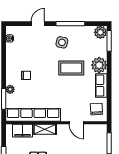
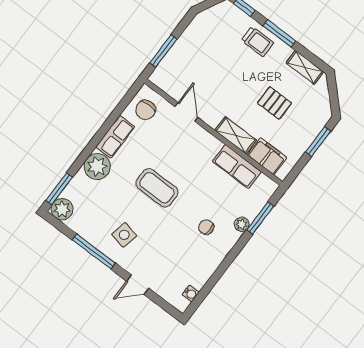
coffee table: (71, 68) -> (157, 188), moved
row of seats: (33, 115) -> (237, 167), width x0.50

